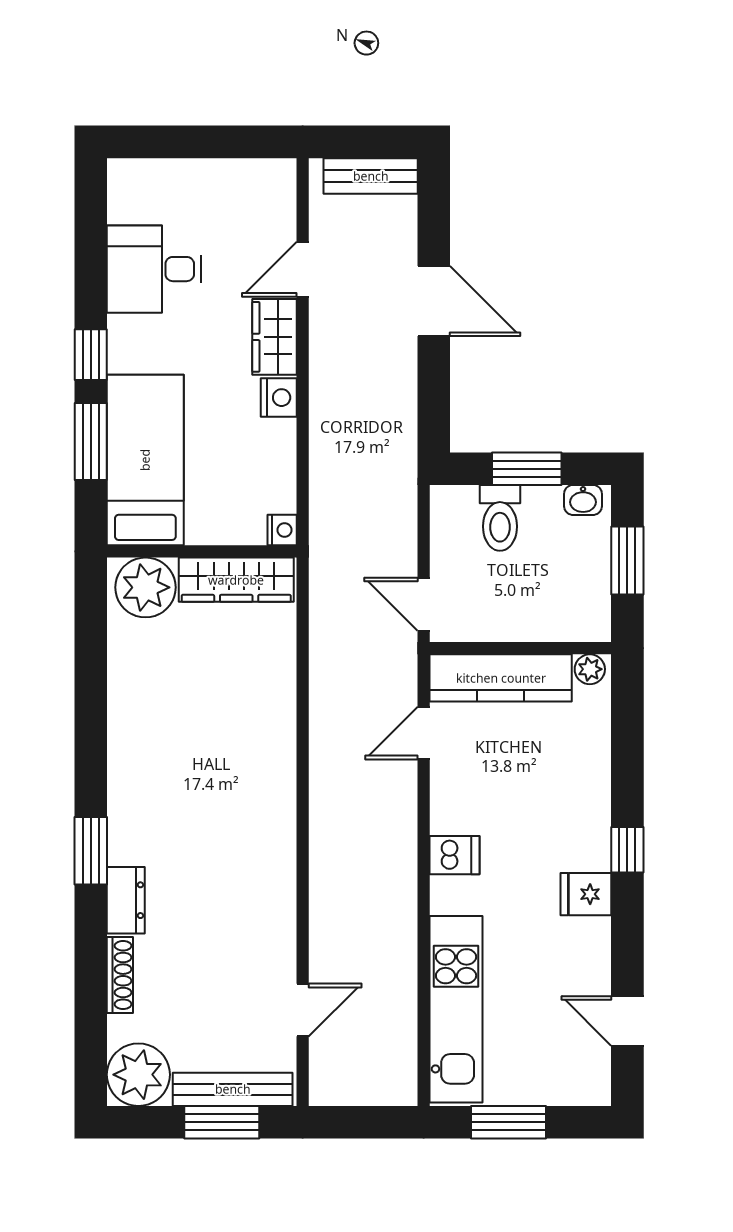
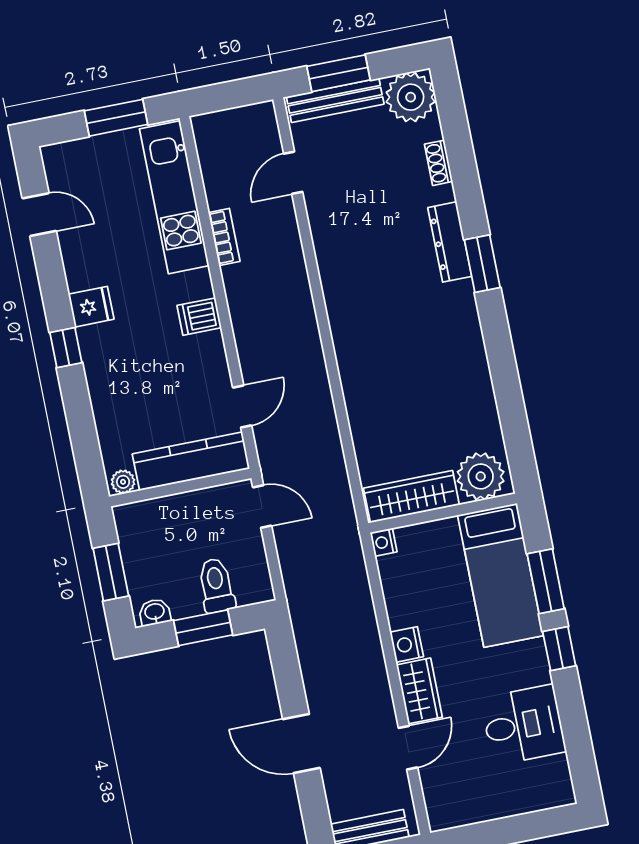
dresser: (126, 900) -> (450, 242), width x1.44
bookcase: (404, 948) -> (224, 237), added
shoe rack: (120, 975) -> (439, 163), width x0.70

